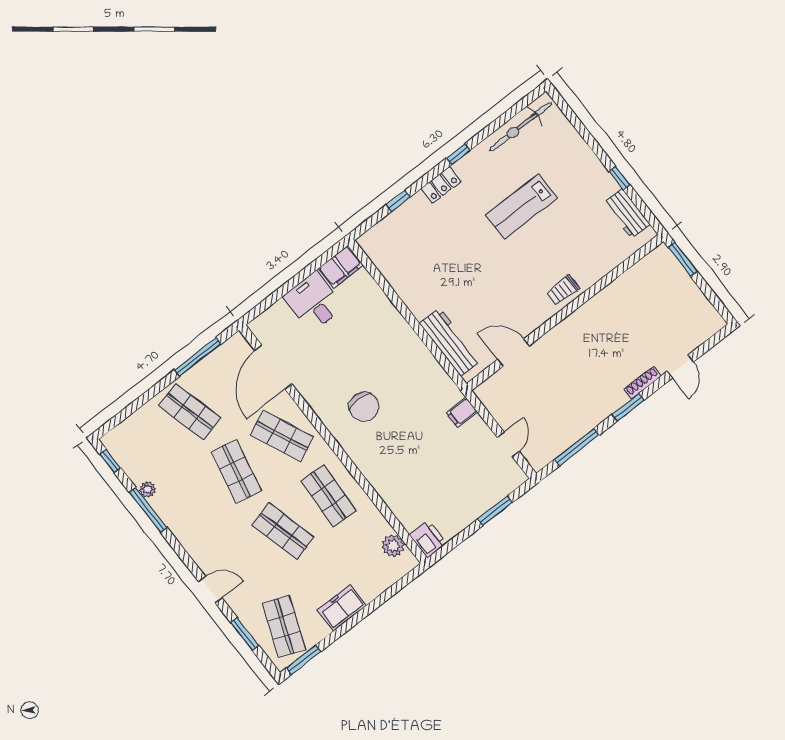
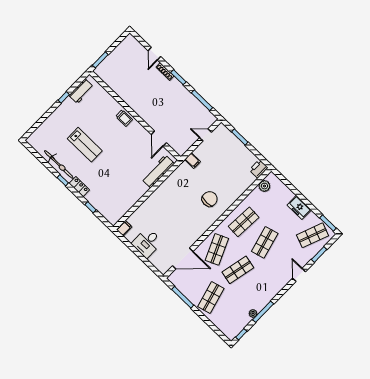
bicycle: (520, 127) -> (59, 164), moved
filing cabinet: (341, 267) -> (124, 228), width x0.50
door: (680, 367) -> (154, 54), swing flipped
chair: (364, 407) -> (210, 199), moved

